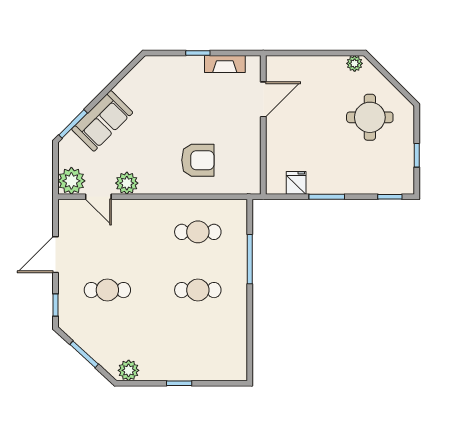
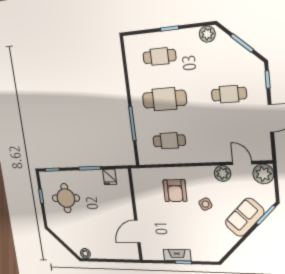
fireplace: (225, 64) -> (177, 255), moved
round table: (370, 117) -> (66, 198), moved
side table: (155, 140) -> (205, 204), added
armchair: (198, 160) -> (175, 191), turned -90
cafe table: (198, 290) -> (164, 99), width x1.37, depth x1.35
cafe table: (198, 348) -> (159, 56), added

